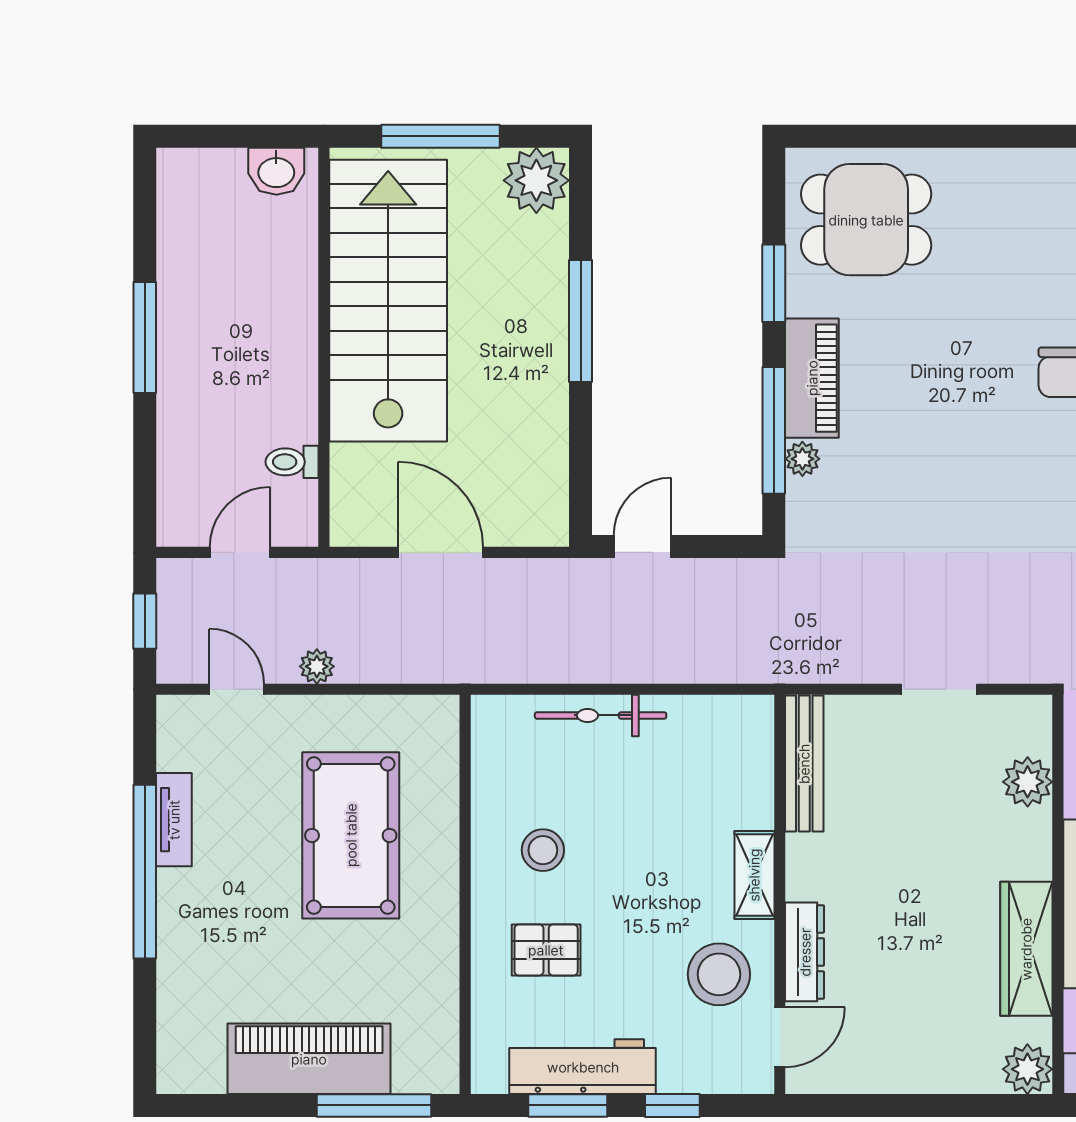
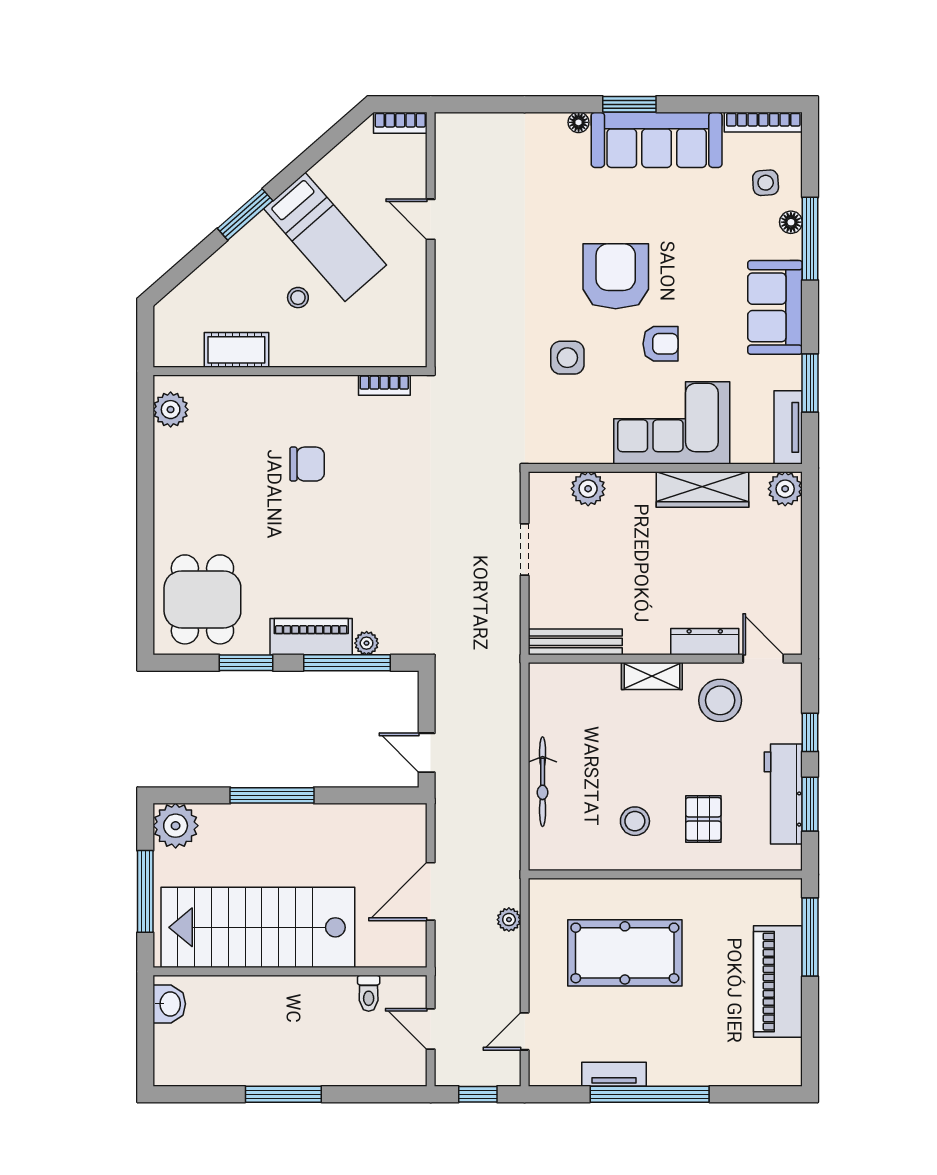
plant: (317, 666) -> (509, 920), moved

